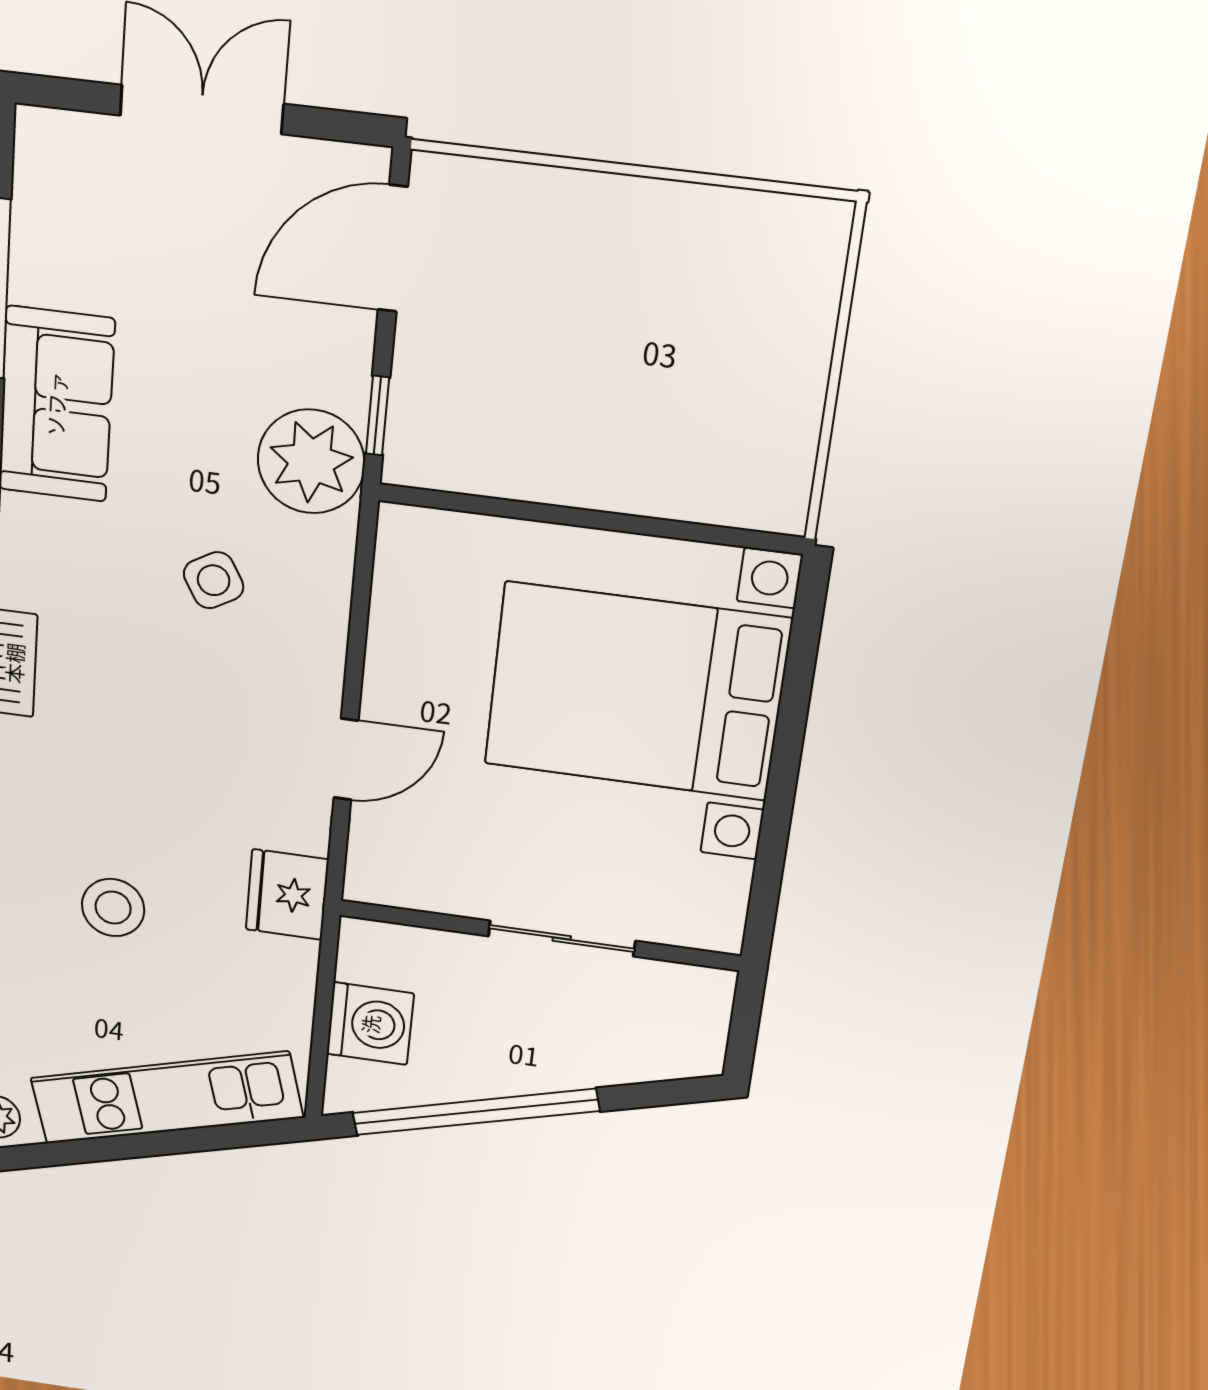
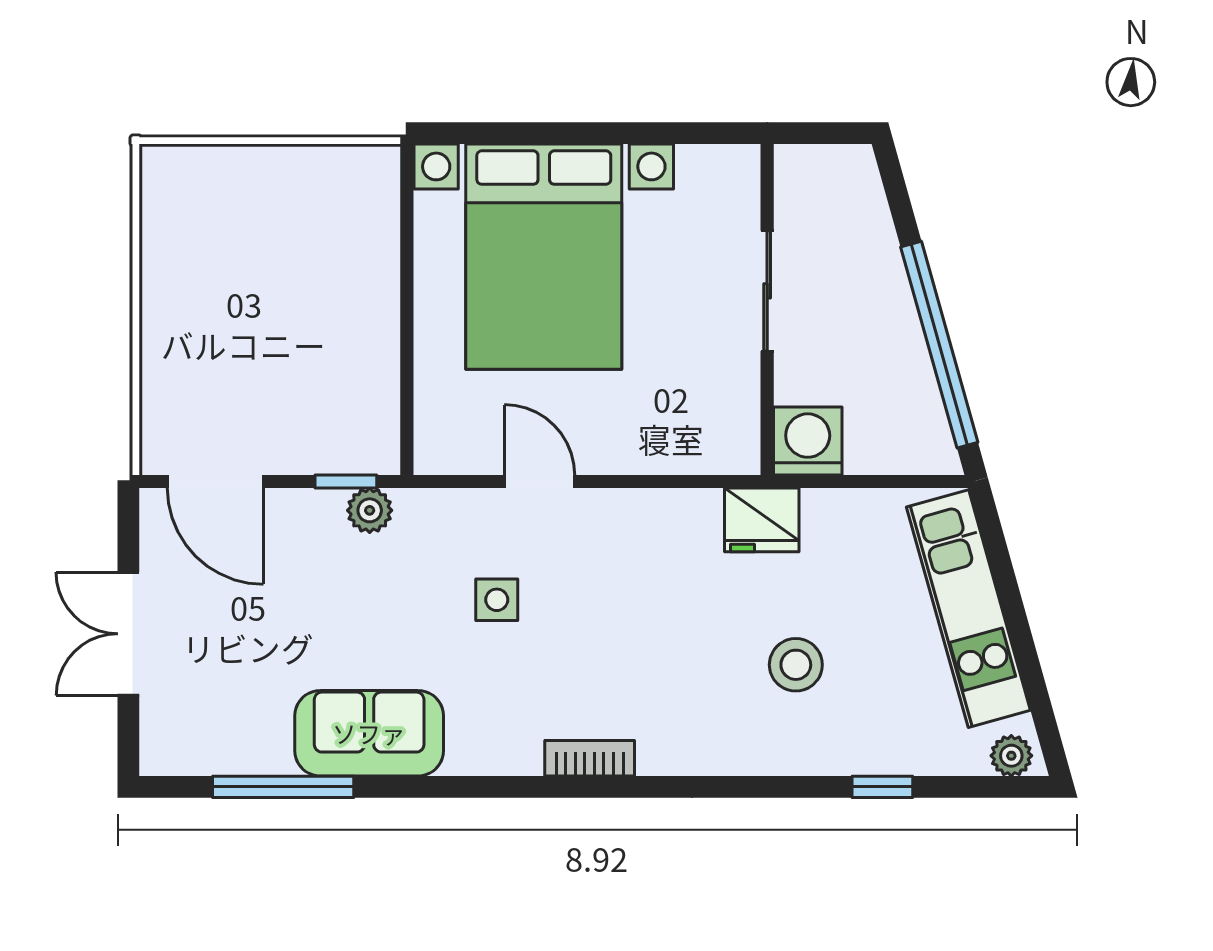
plant: (311, 461) -> (370, 510), width x0.53, depth x0.53
side table: (214, 580) -> (497, 600), turned 30
door: (346, 759) -> (540, 482), moved
washing machine: (370, 1024) -> (808, 441), moved

